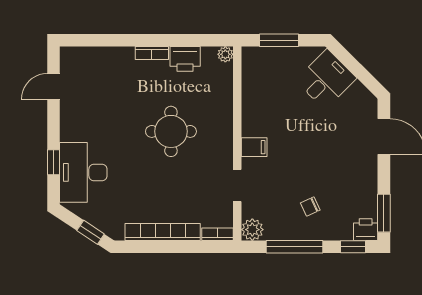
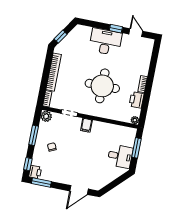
desk: (326, 79) -> (120, 156), moved, turned -45
round table: (171, 131) -> (102, 86), width x1.36, depth x1.36
window: (54, 162) -> (116, 29), moved
desk: (83, 172) -> (105, 42), moved
window: (295, 247) -> (34, 135), width x0.69

